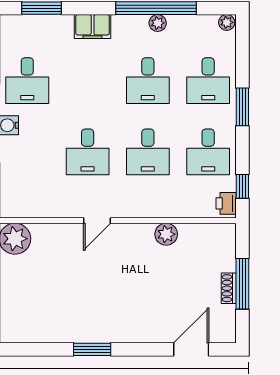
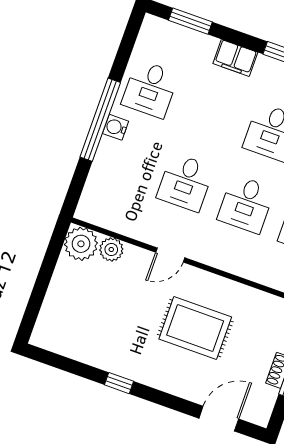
plant: (166, 234) -> (111, 249), moved
rug: (142, 277) -> (195, 328), added
window: (92, 349) -> (119, 383), width x0.67

